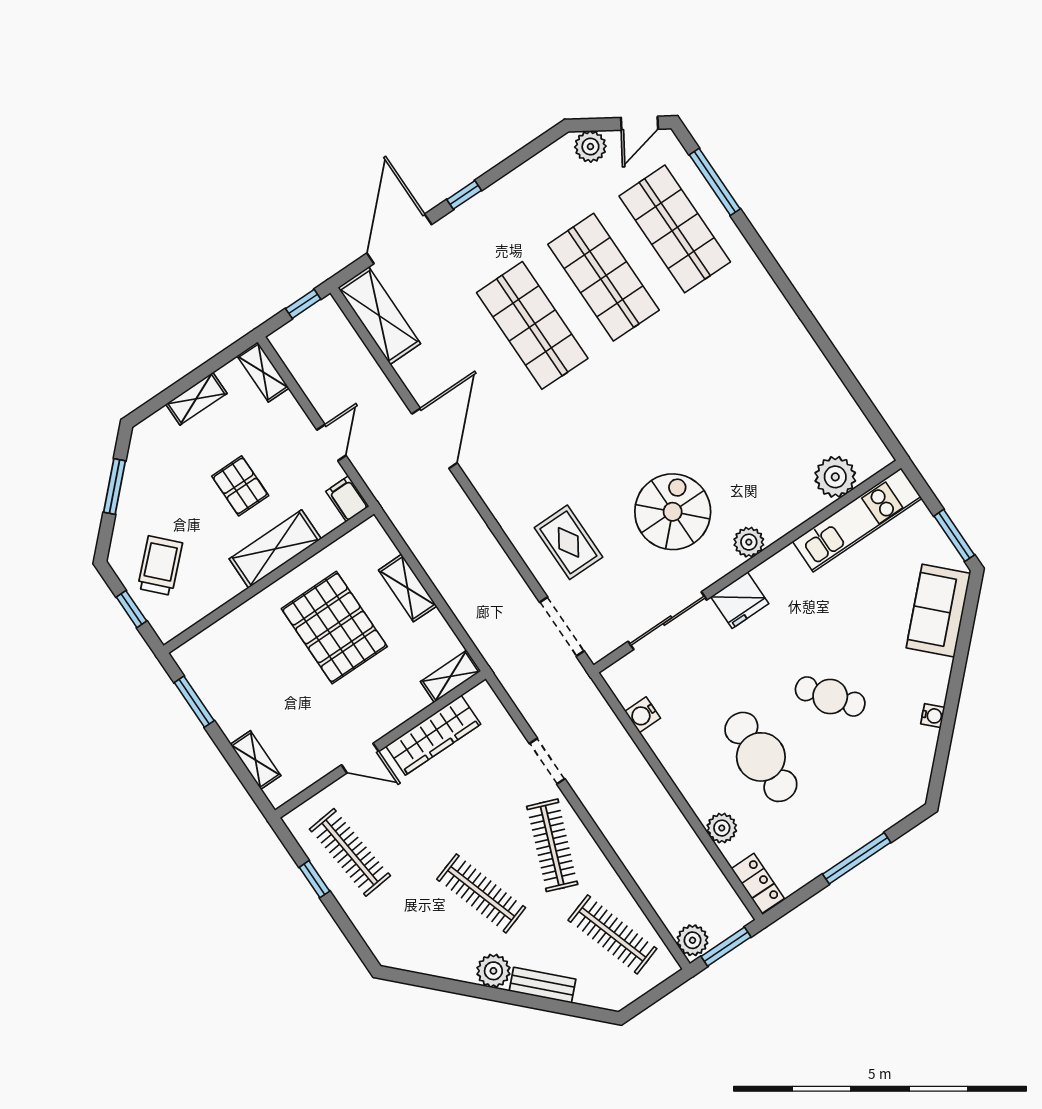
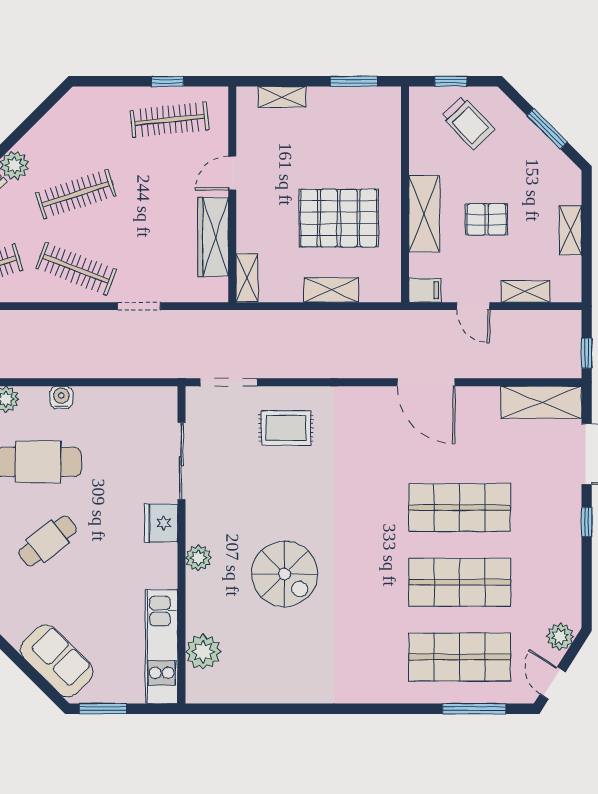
shelving: (263, 372) -> (525, 291), moved
spiral stairs: (673, 512) -> (285, 574), moved
water cooler: (643, 715) -> (61, 397), moved

